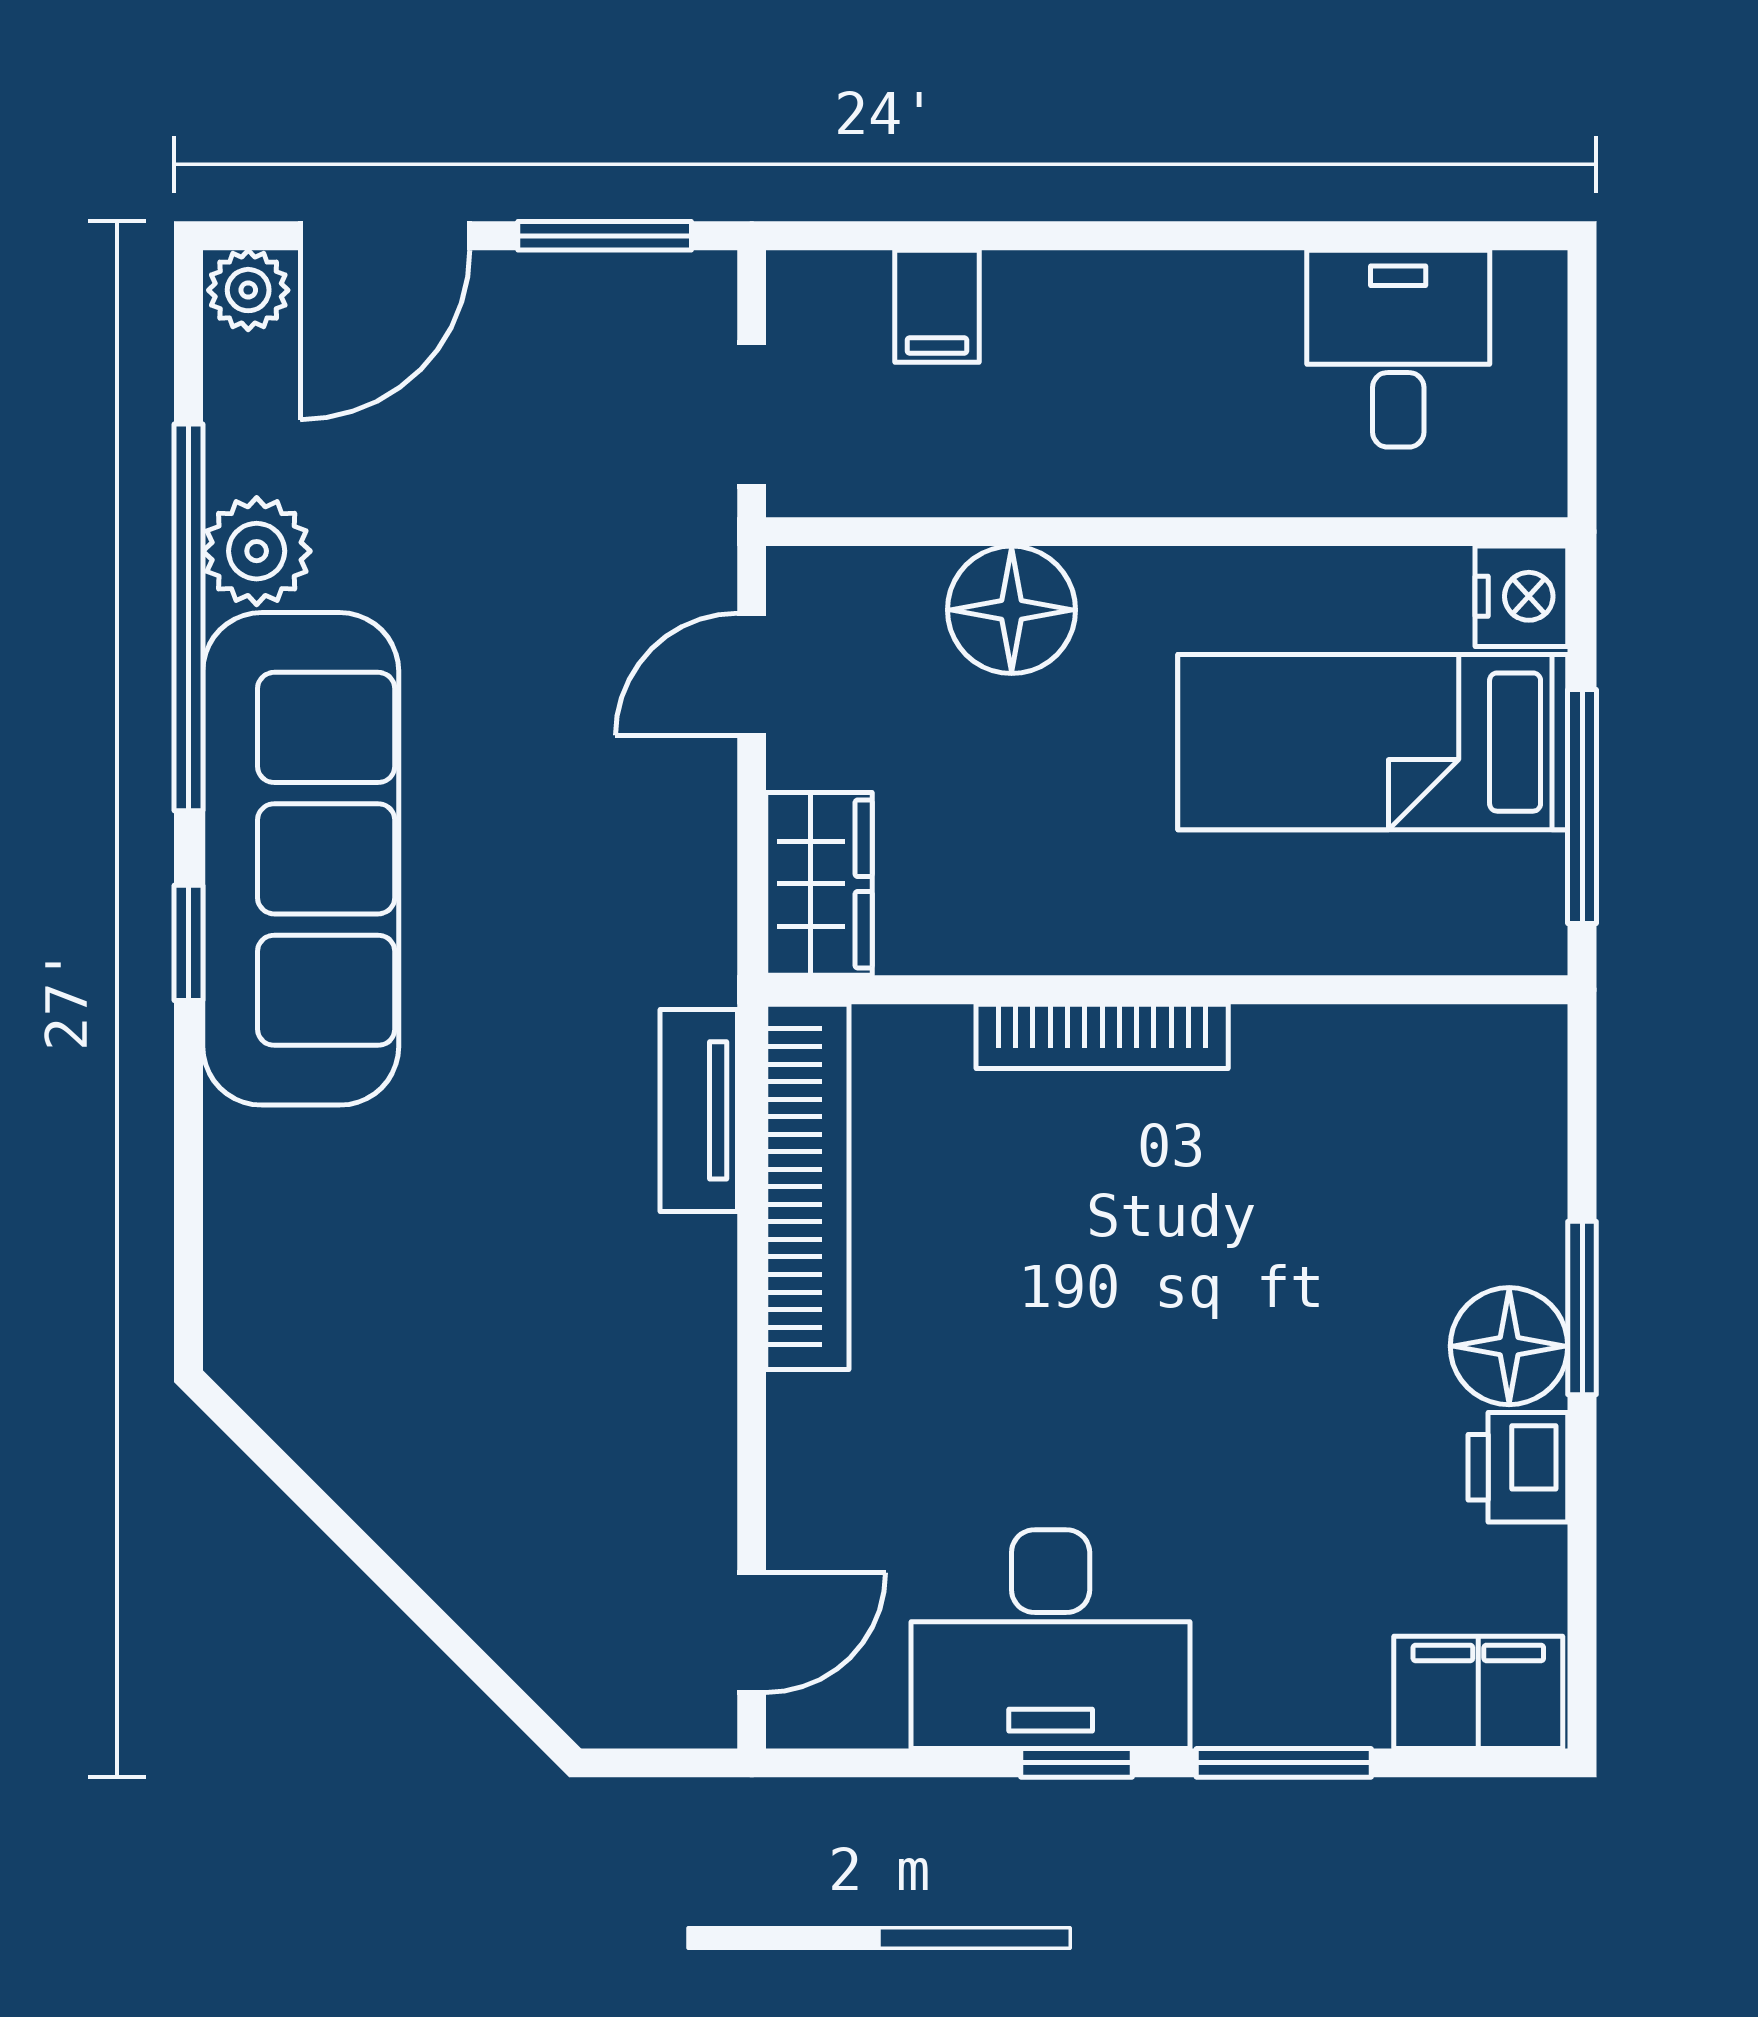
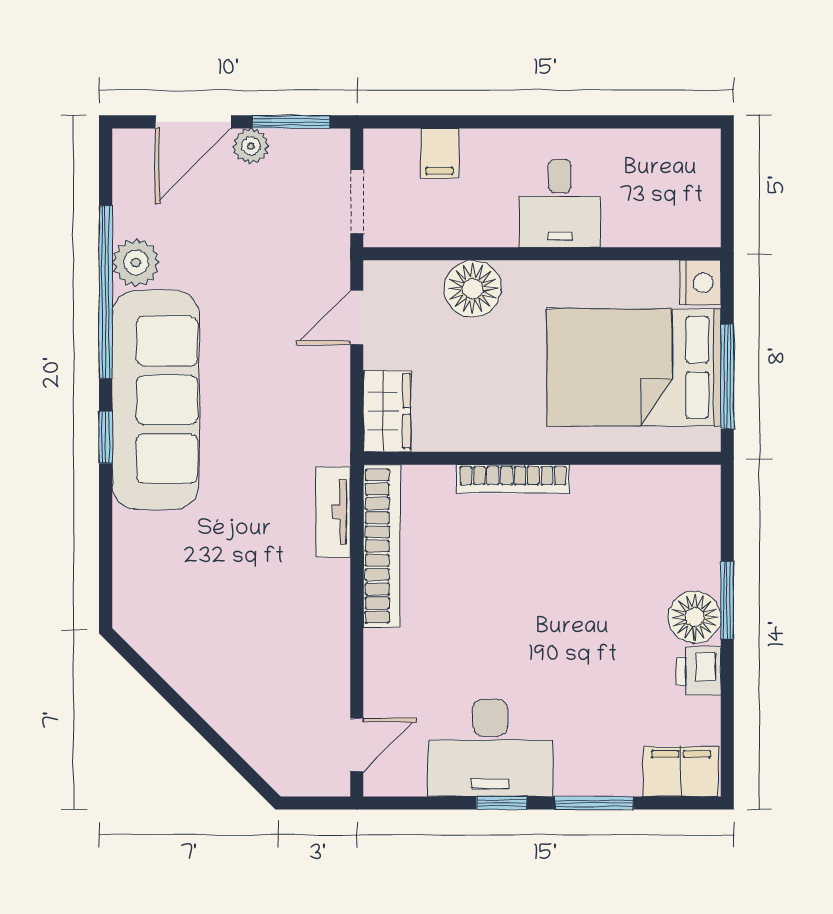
plant: (248, 290) -> (251, 146), moved
desk: (1398, 349) -> (560, 203), moved, turned 180
bed: (1373, 742) -> (634, 367), width x1.50

